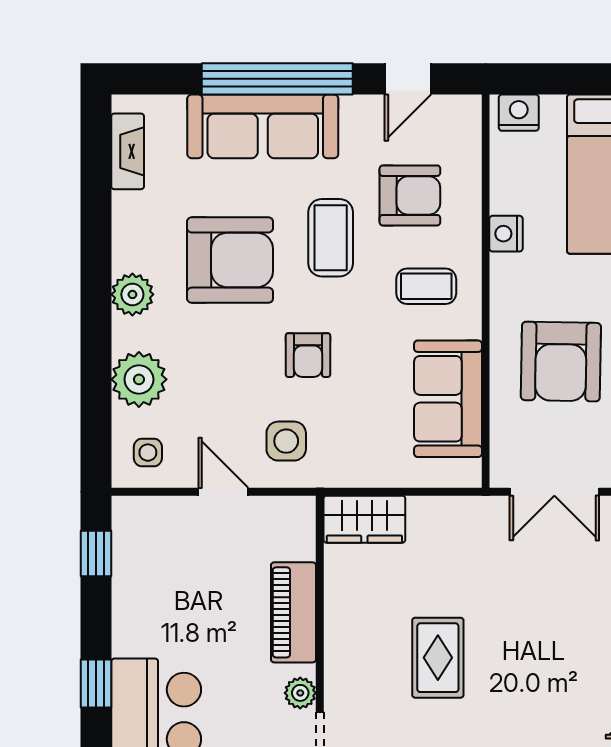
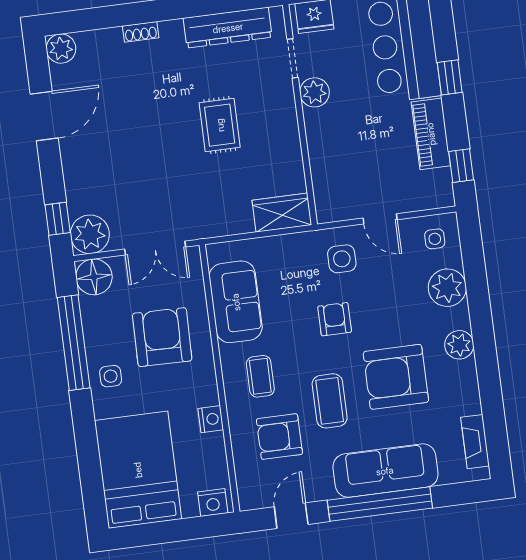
coffee table: (426, 286) -> (260, 376), turned 90
double door: (554, 492) -> (155, 248), swing flipped
piano: (293, 612) -> (431, 134), moved, turned 180
plant: (300, 693) -> (315, 92), width x1.38, depth x1.38

